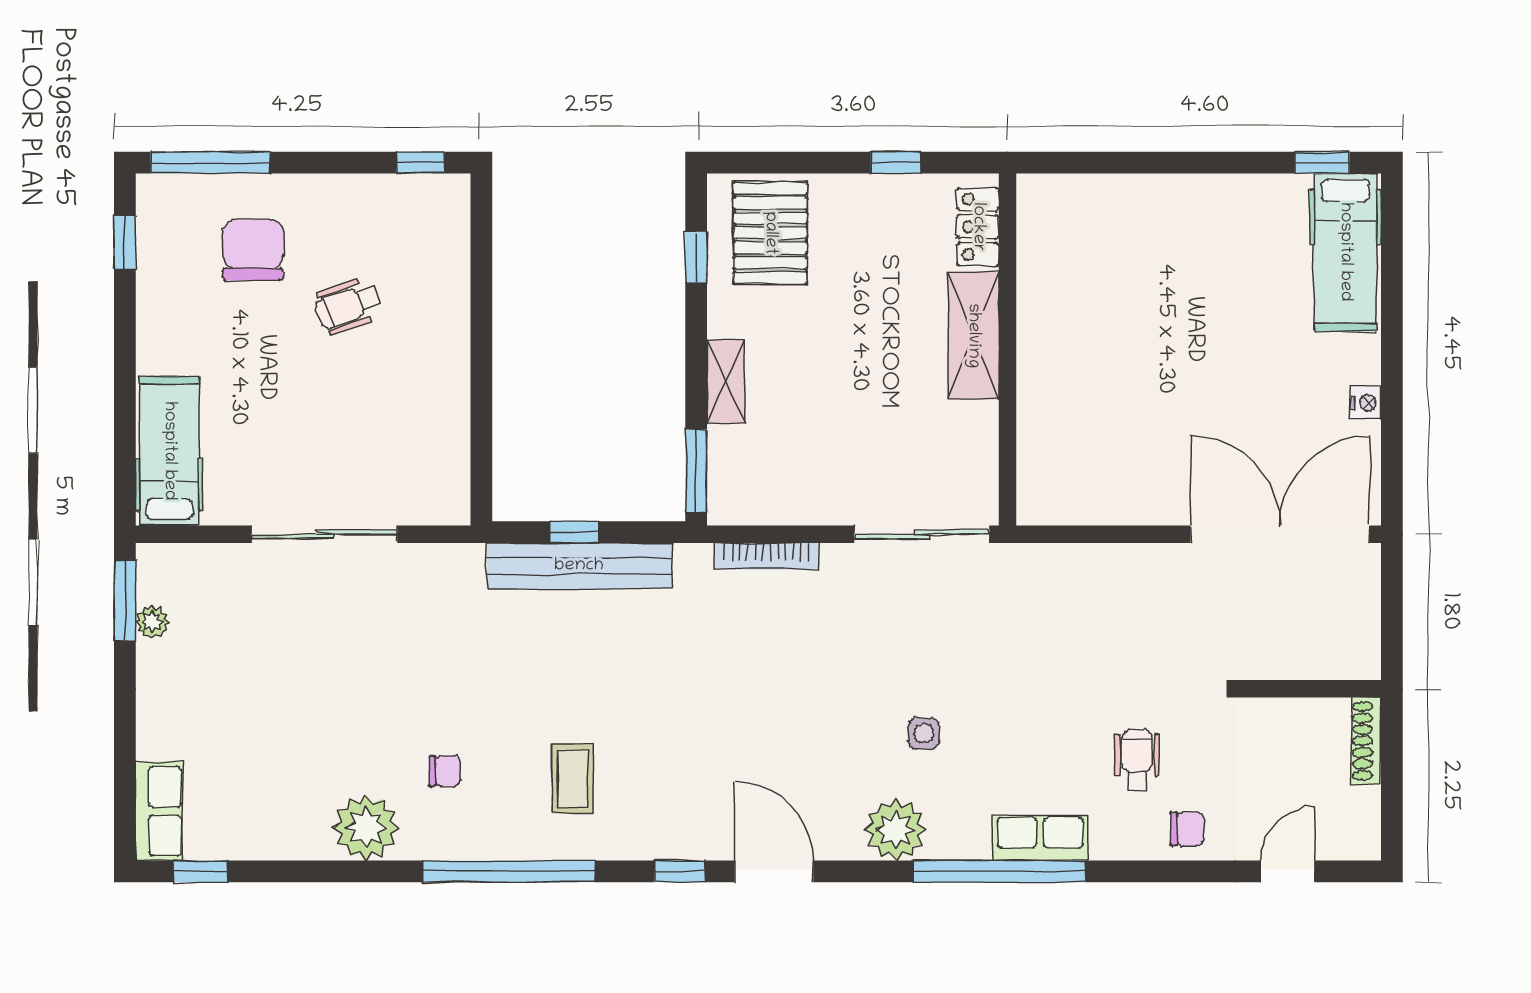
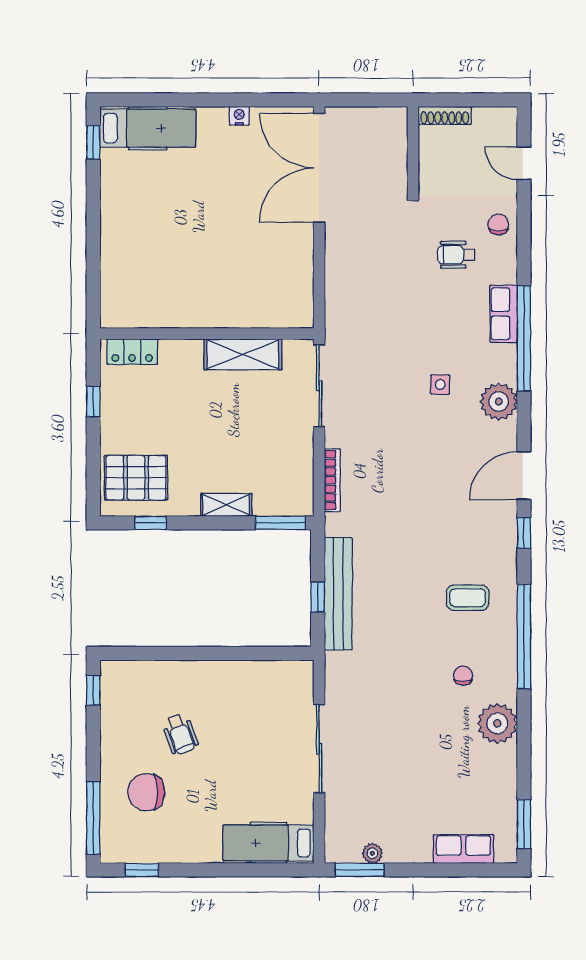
shelving: (973, 336) -> (243, 354), moved
row of seats: (159, 811) -> (463, 849), moved
window: (200, 871) -> (524, 824), width x1.50

